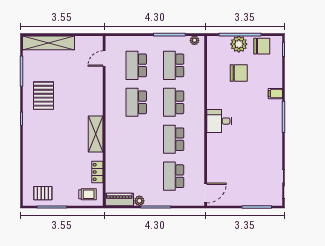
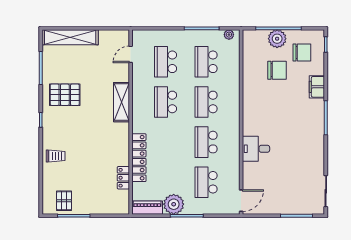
chair: (262, 46) -> (302, 52), moved
filing cabinet: (275, 94) -> (317, 87), width x2.00
pallet: (44, 96) -> (65, 95), turned 90
desk: (219, 121) -> (256, 149), moved
shelving: (96, 134) -> (121, 102), moved
locker: (112, 154) -> (139, 158), added
pallet: (43, 193) -> (64, 201), turned 90
trolley: (87, 194) -> (56, 156), moved
plant: (139, 201) -> (174, 204), width x1.87, depth x1.87

